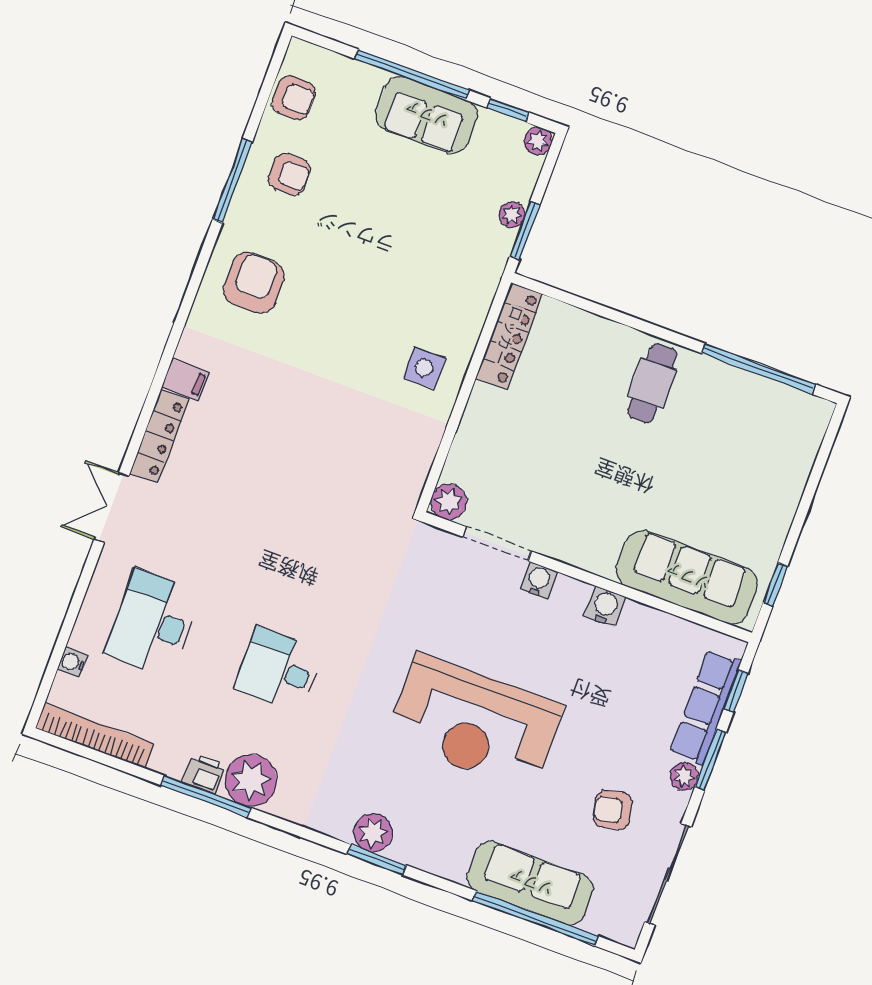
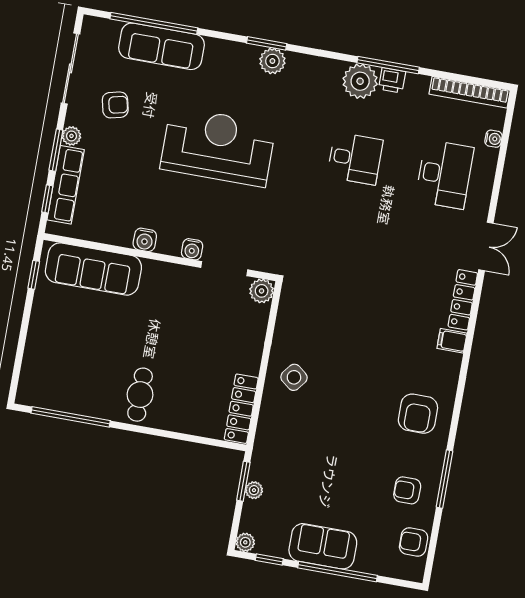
side table: (424, 368) -> (294, 377), turned 38

